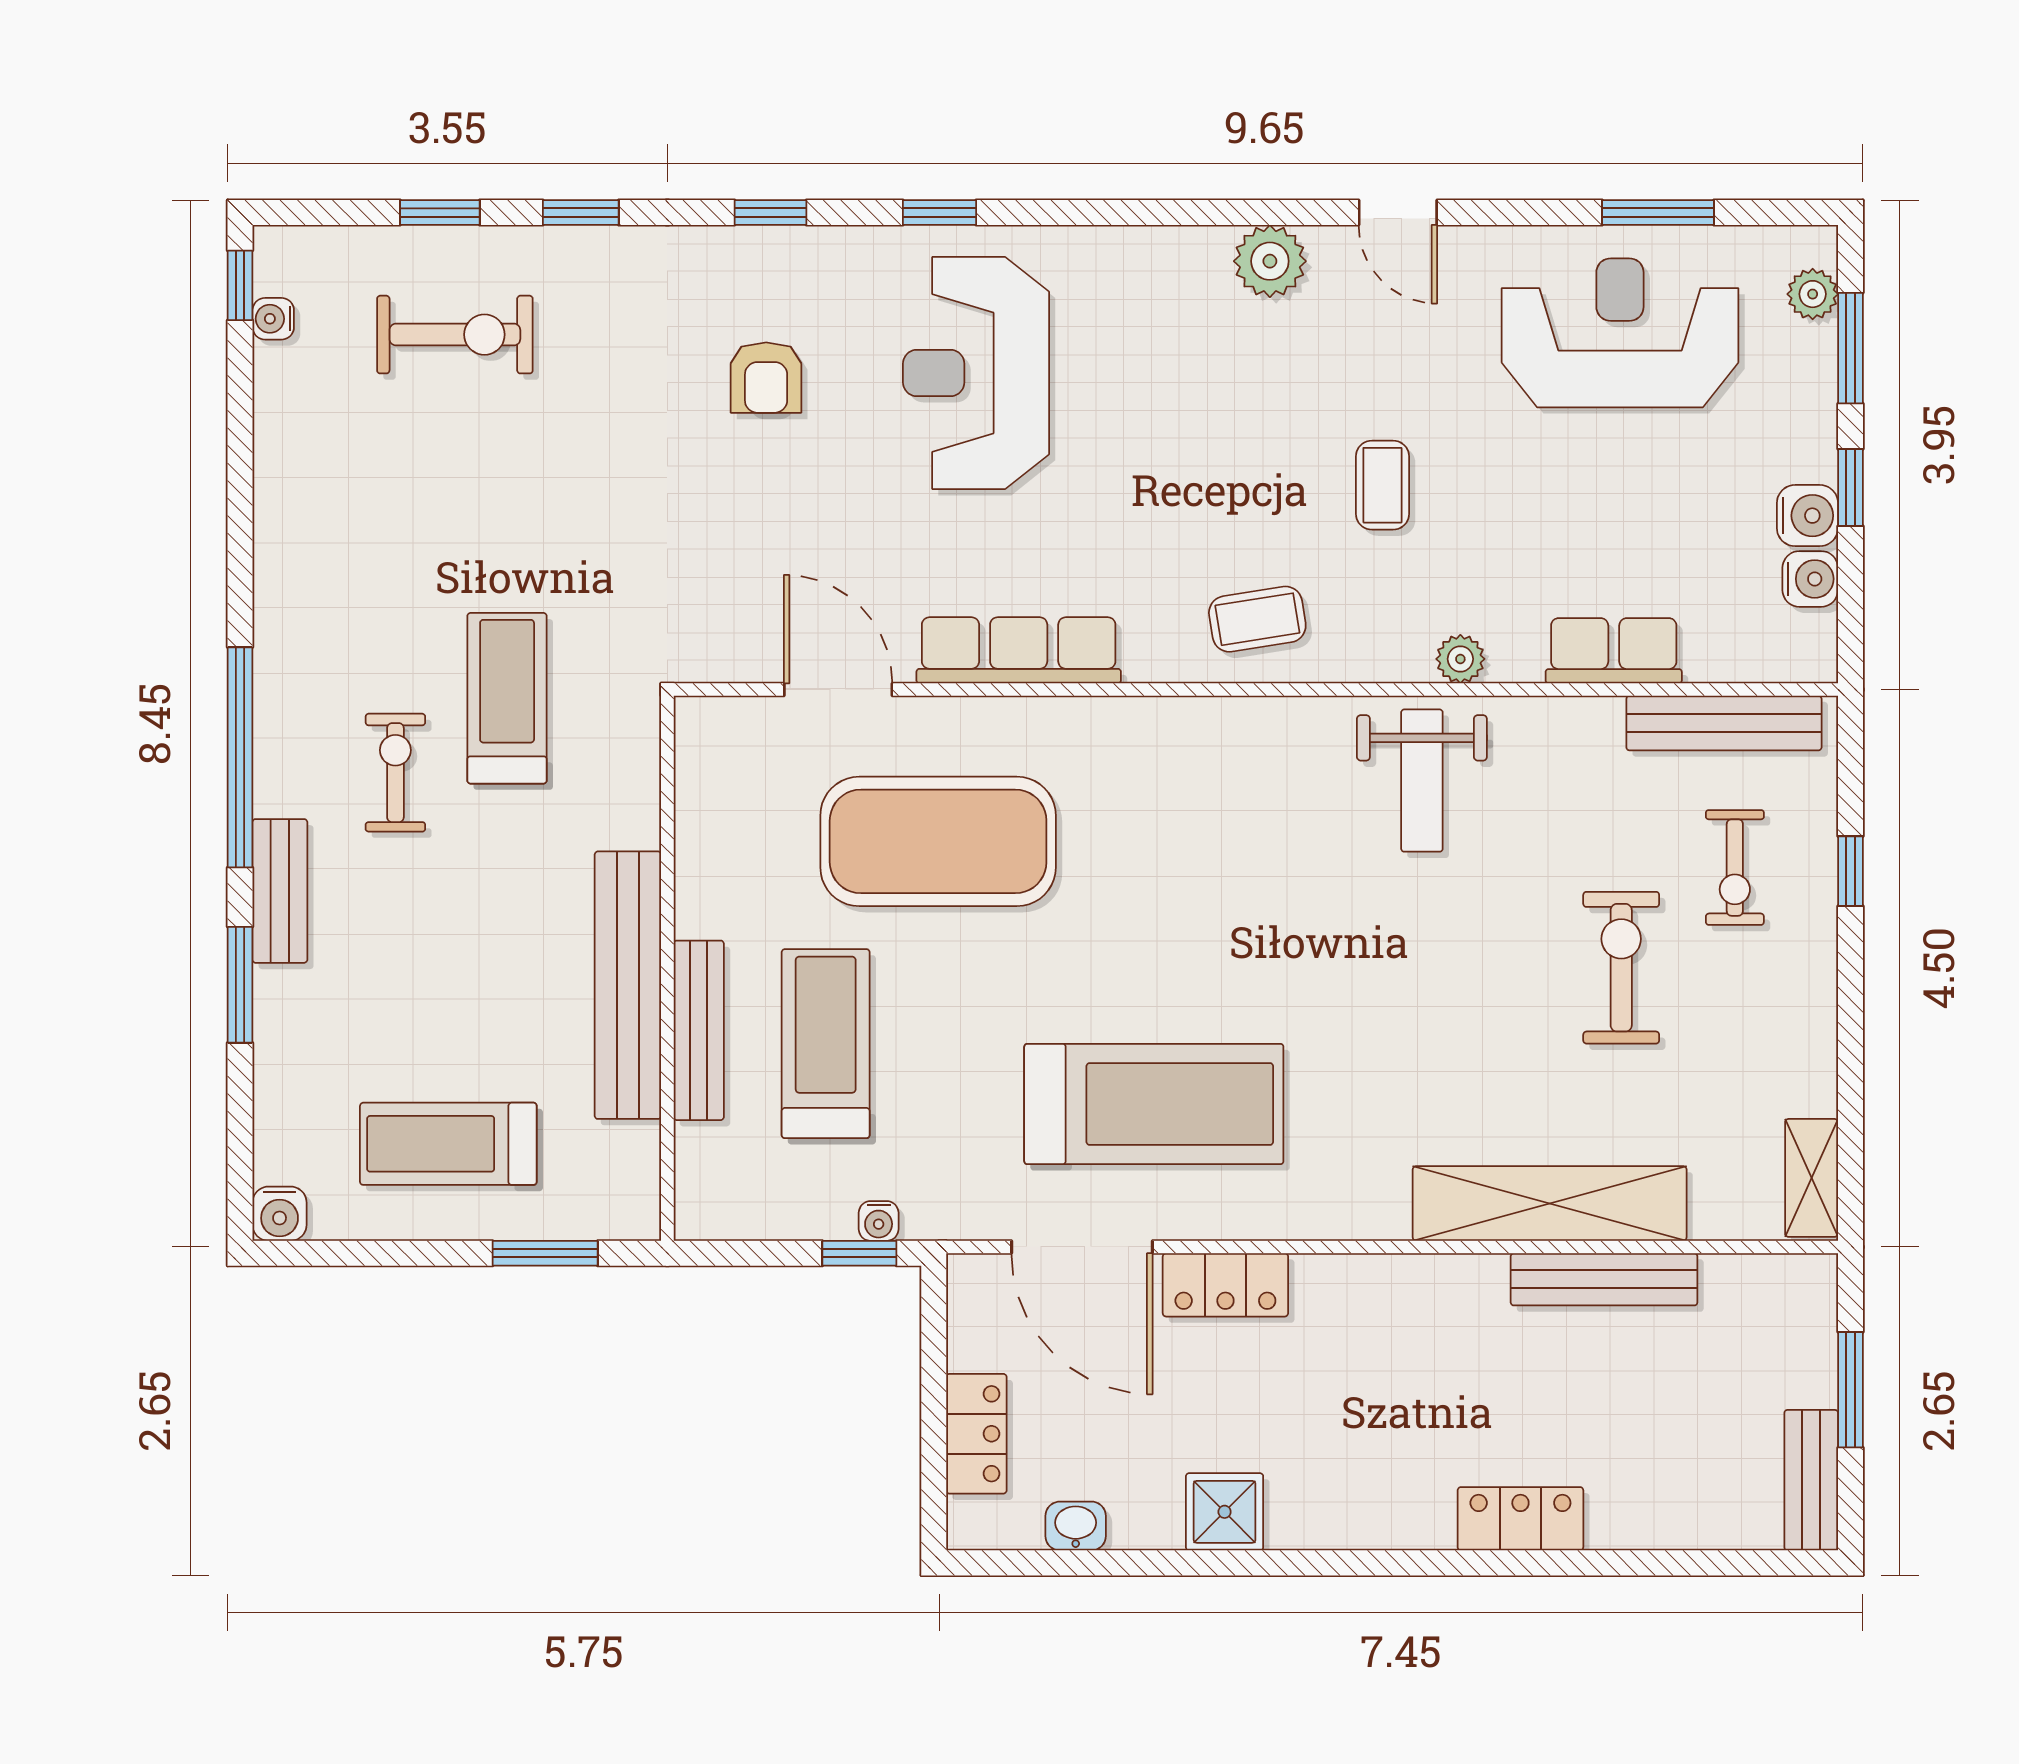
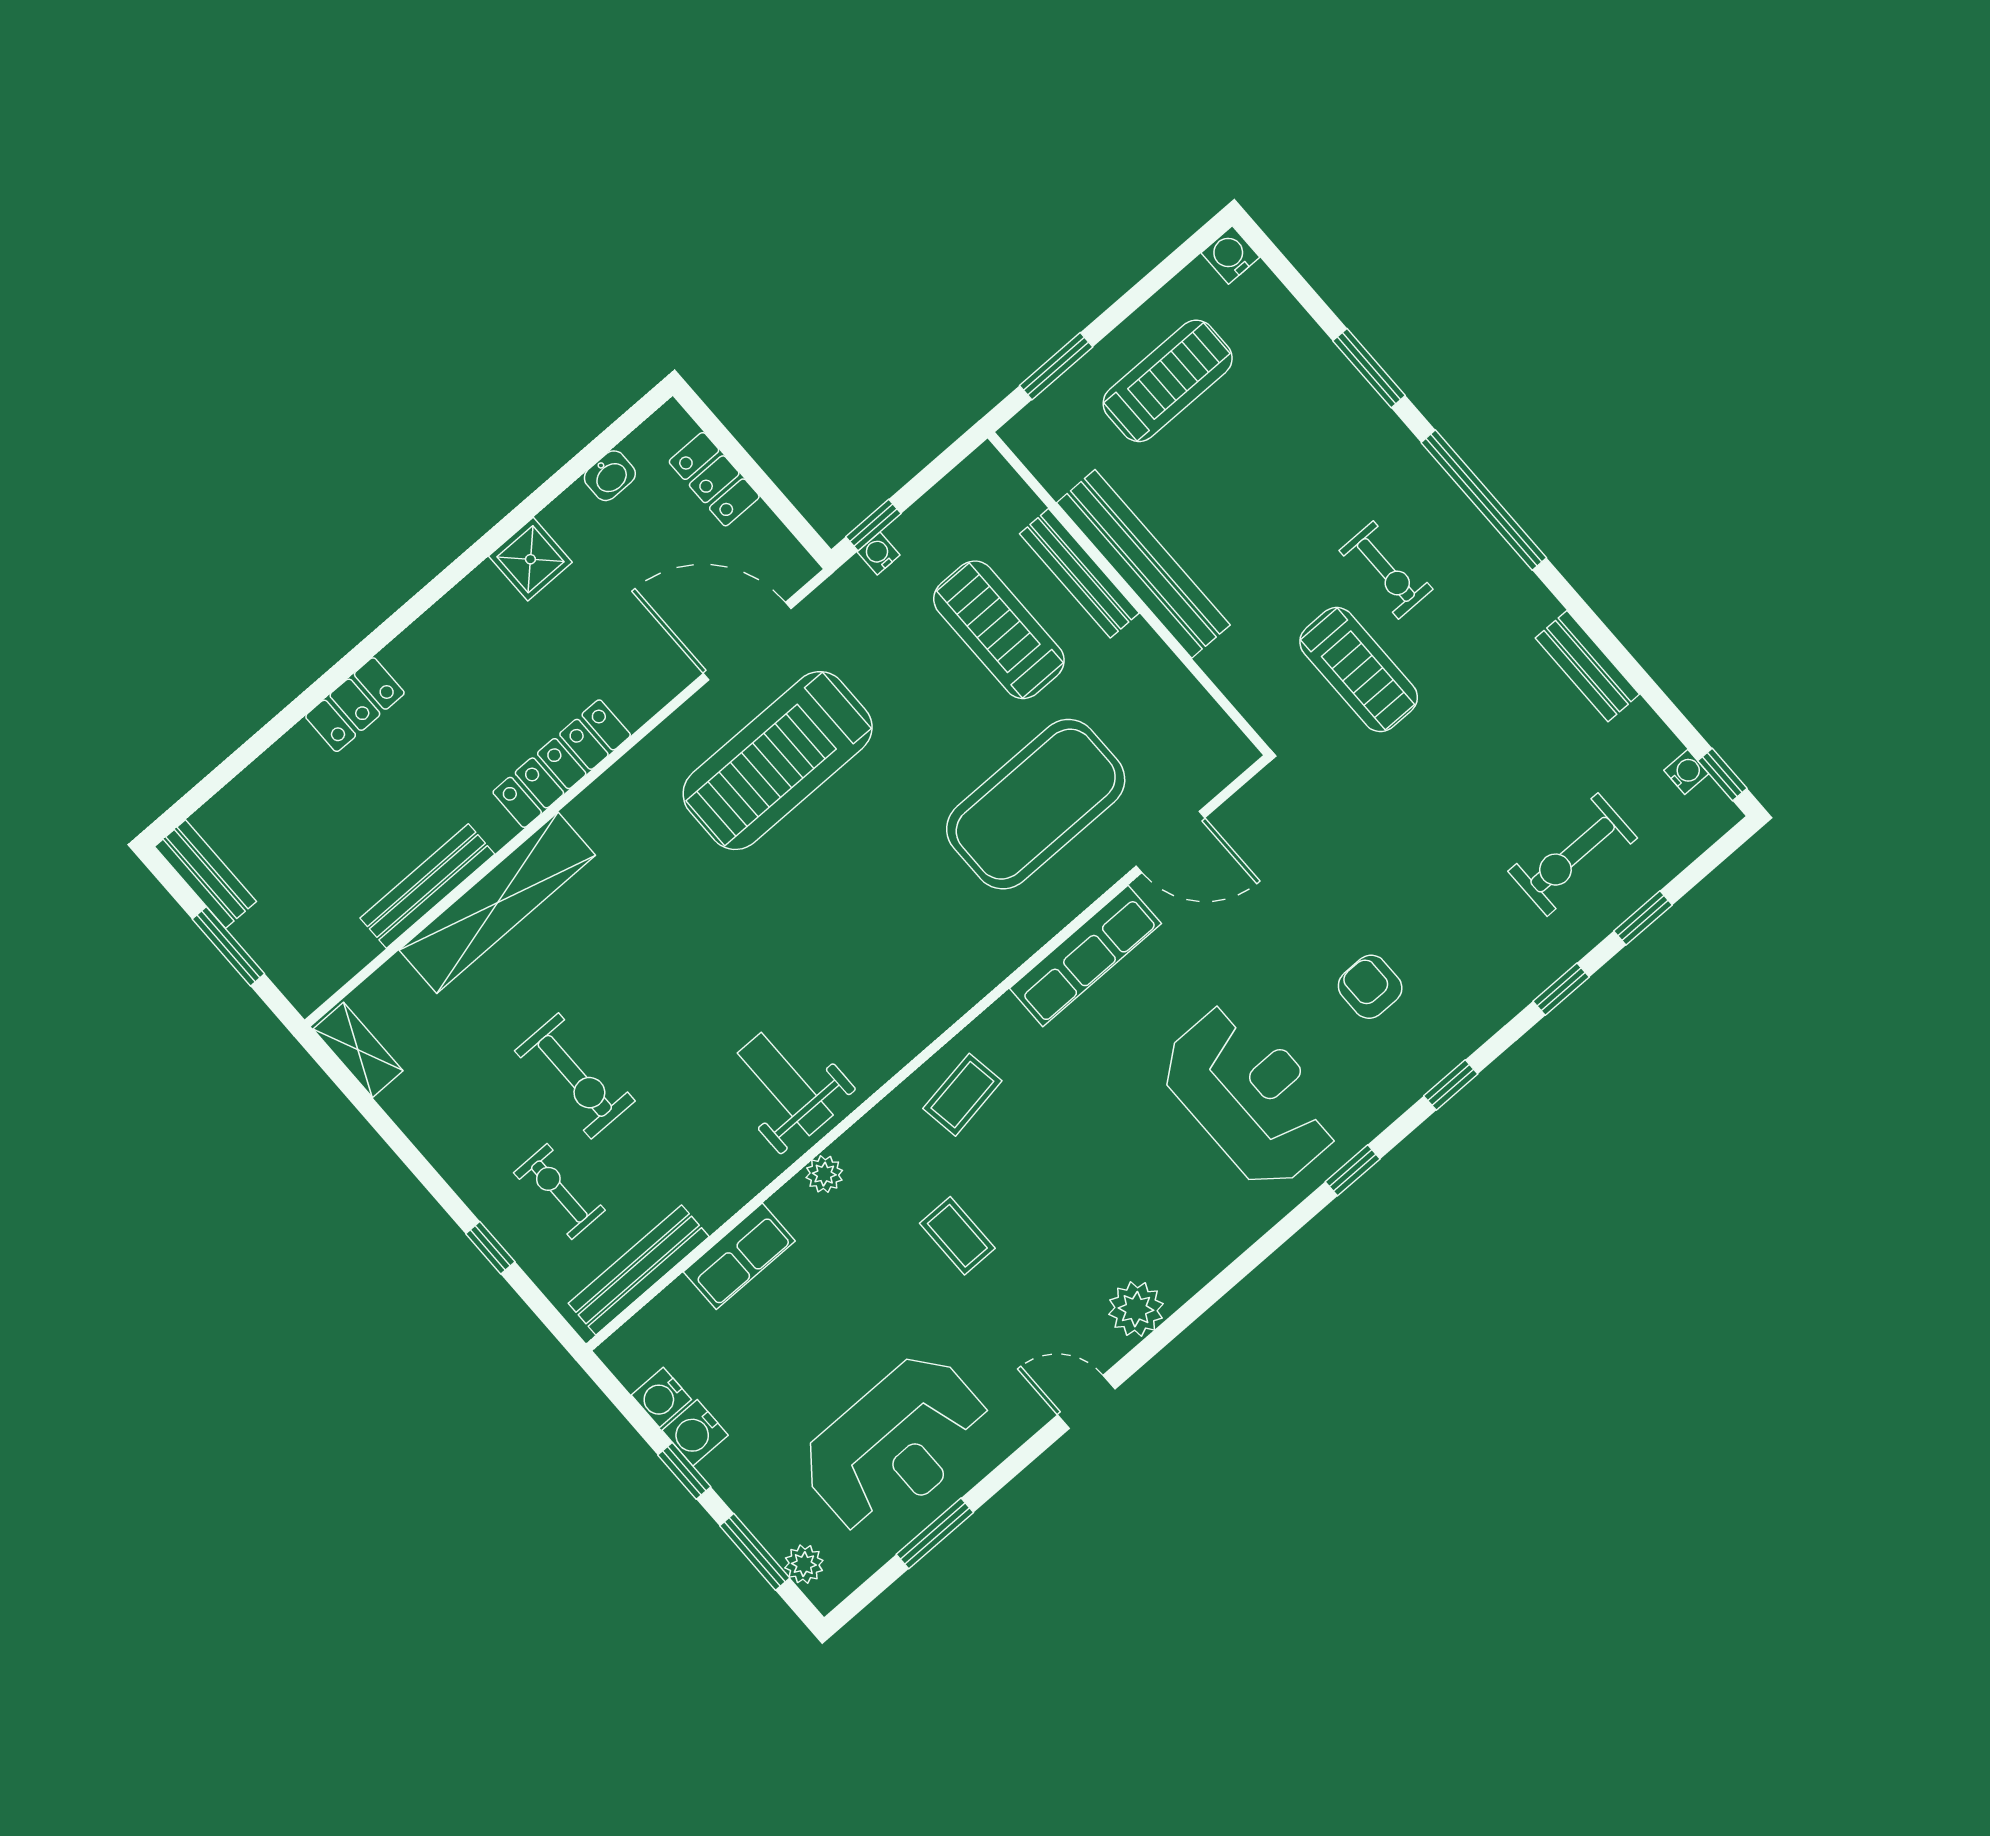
bench: (280, 891) -> (1587, 666), moved
treadmill: (826, 1044) -> (999, 630), turned 180
locker: (1225, 1285) -> (562, 764), moved, width x1.53

